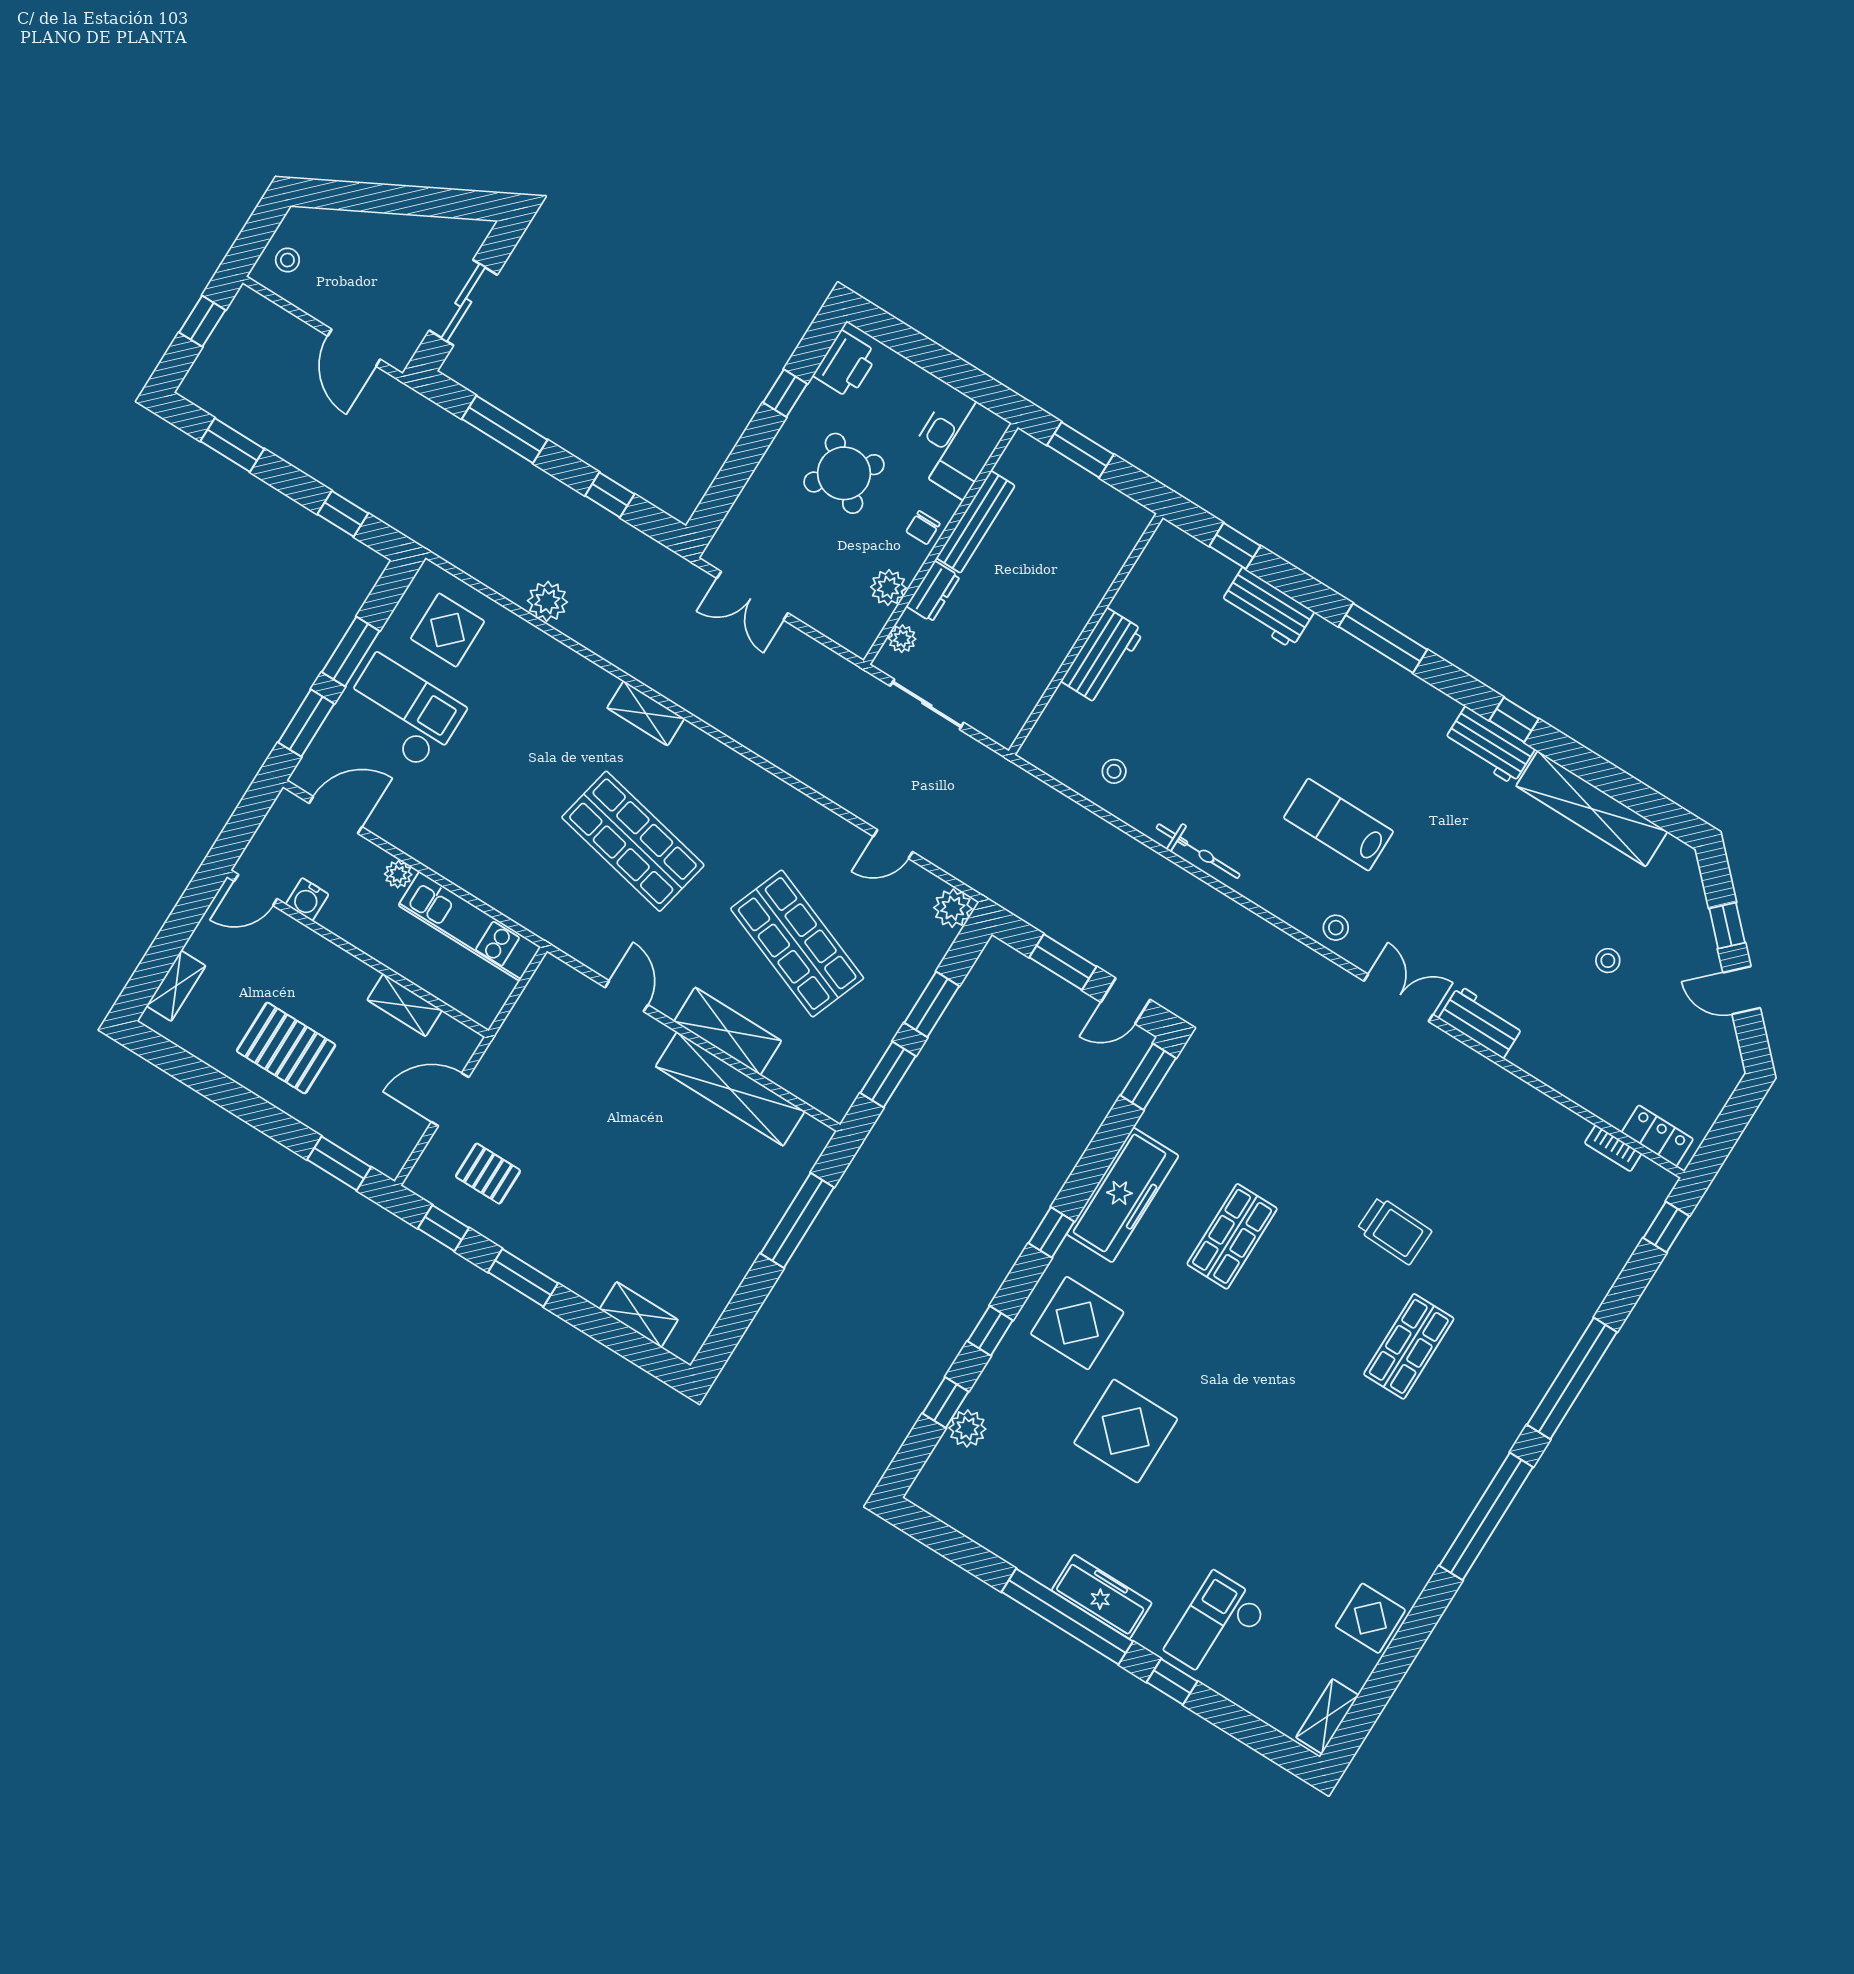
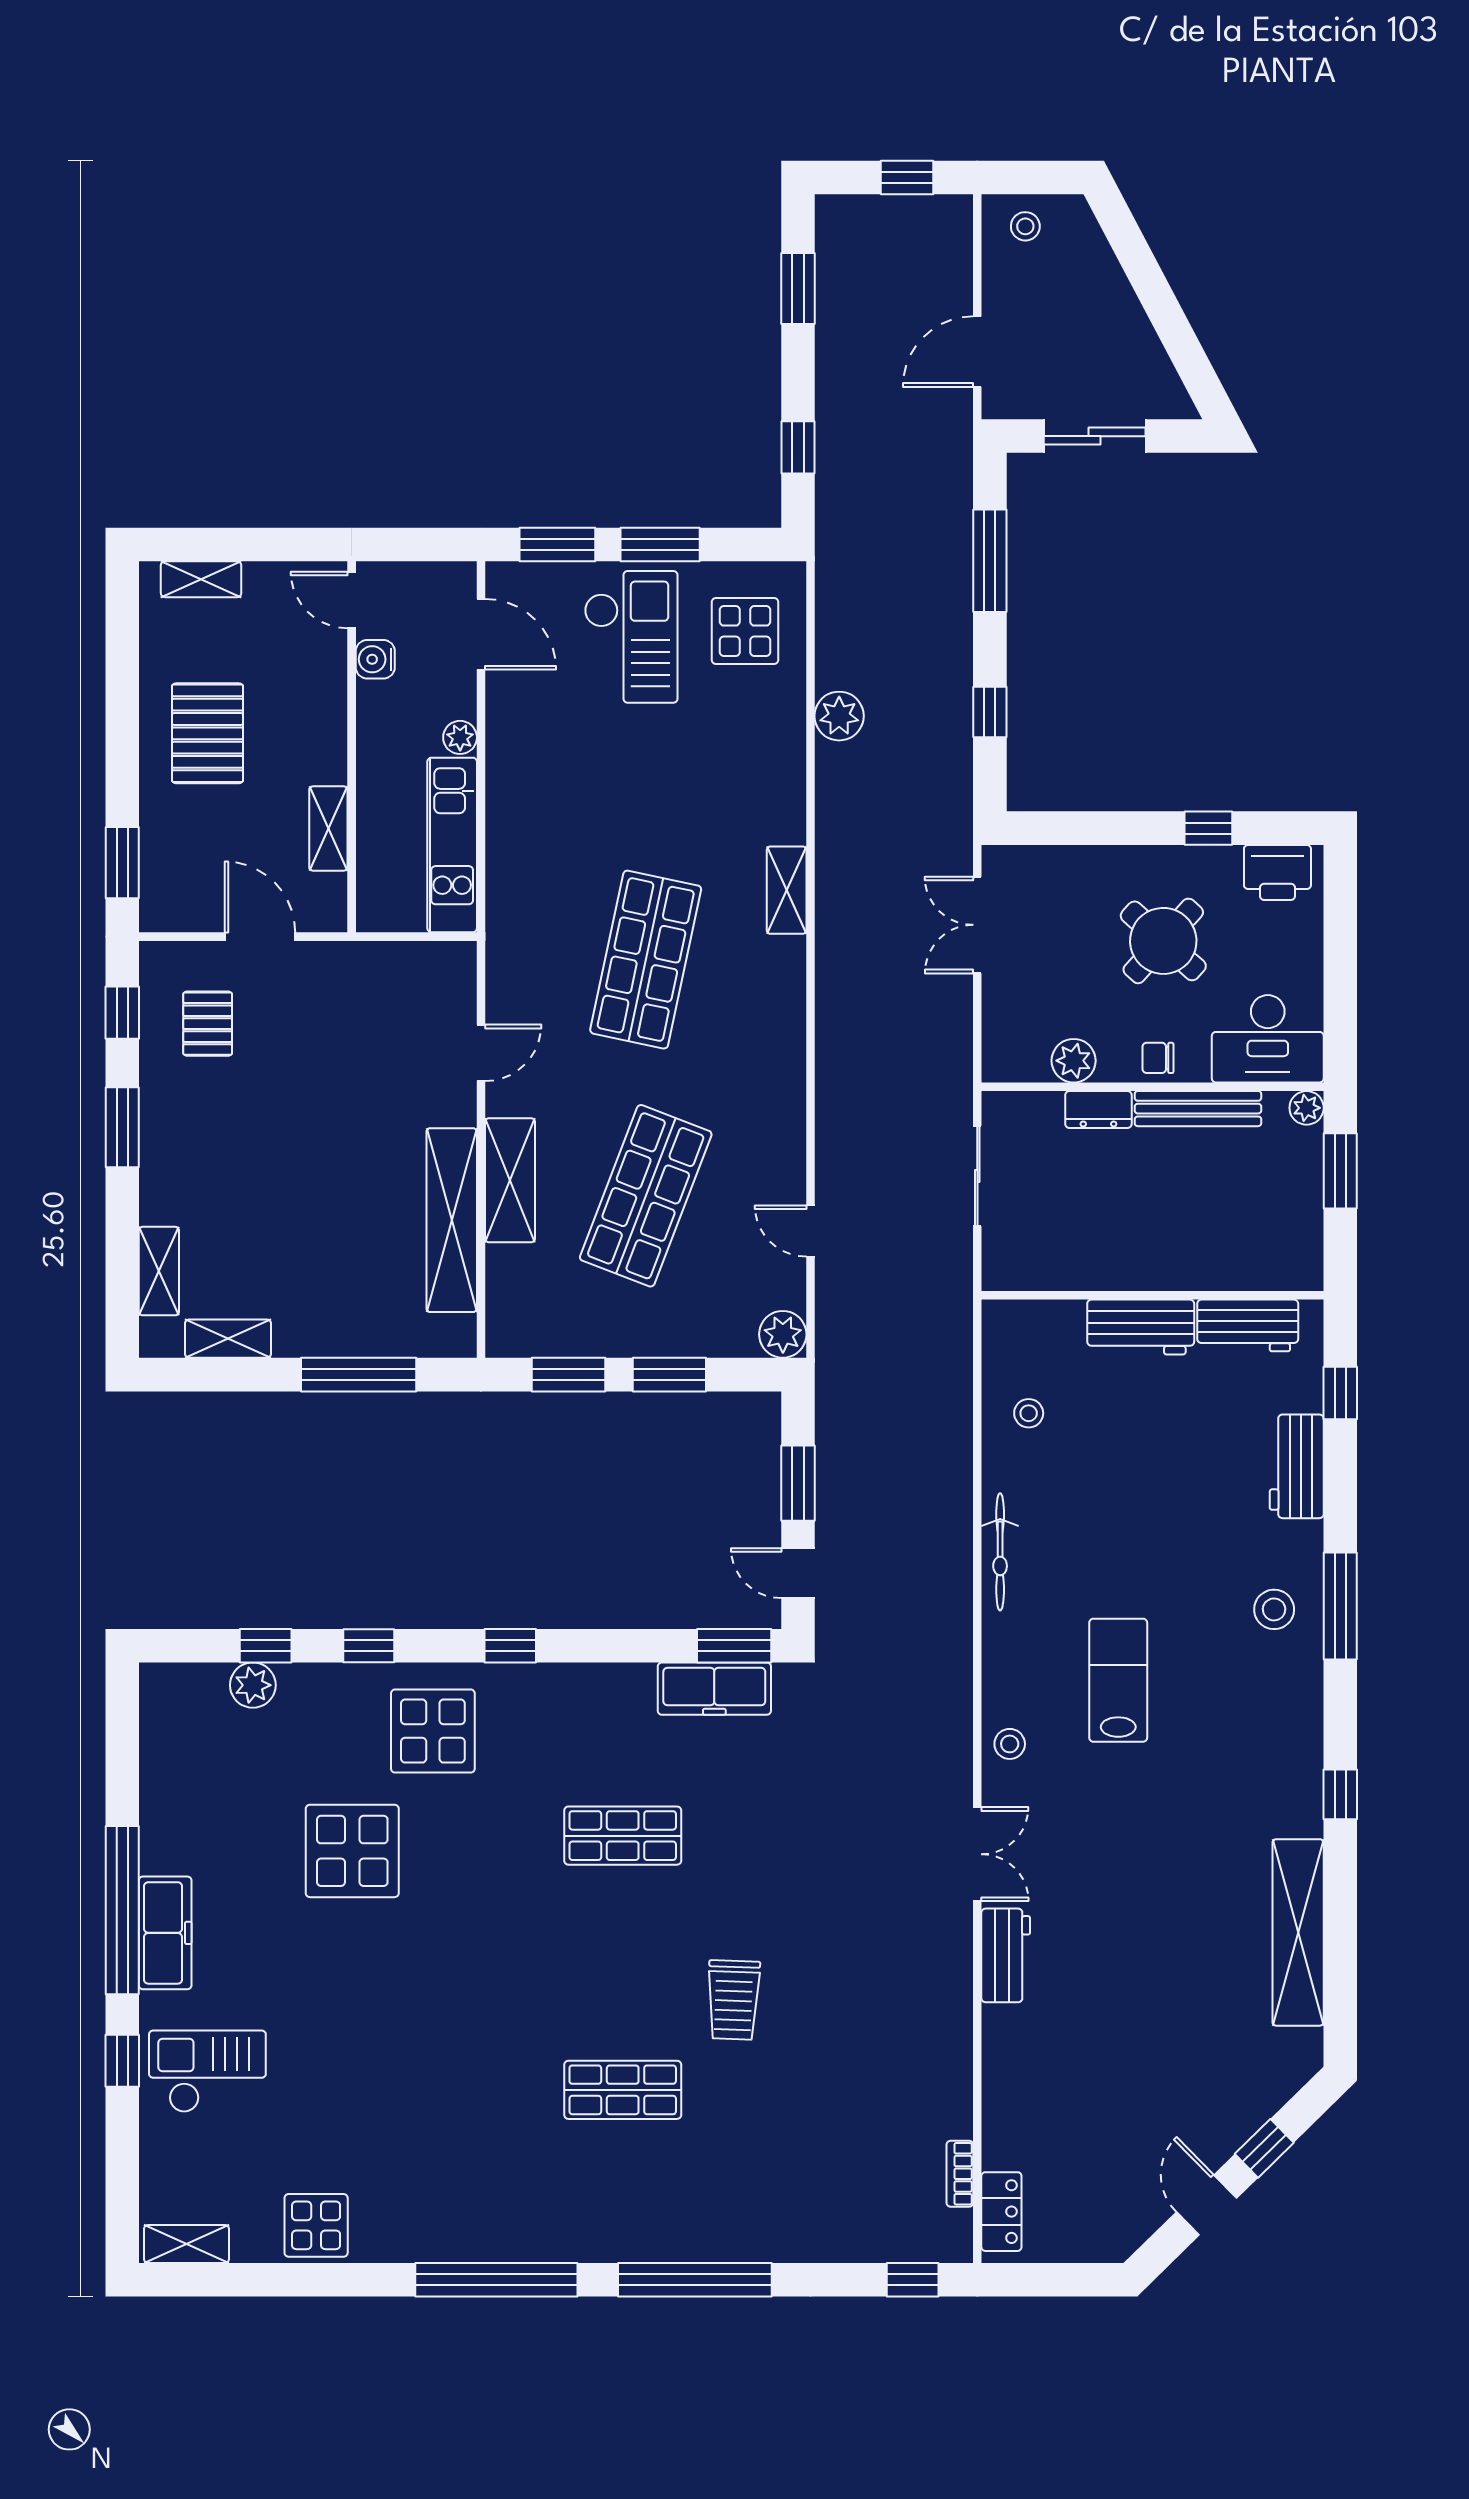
plant: (902, 639) -> (1307, 1108), moved
workbench: (1489, 745) -> (1248, 1325), moved, turned -90
stool: (1608, 961) -> (1274, 1609), moved, width x1.37, depth x1.37
freezer: (1123, 1195) -> (714, 1689), moved, width x0.73, depth x0.79
shelving: (716, 1296) -> (228, 1339), added

